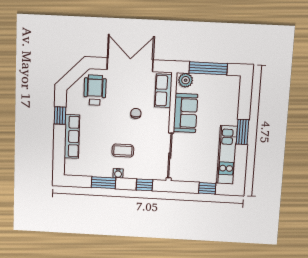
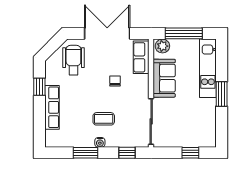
kitchen unit: (227, 155) -> (208, 68), moved

